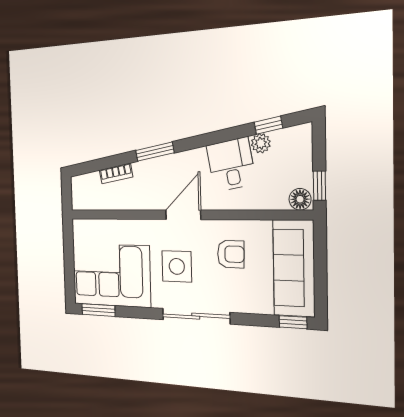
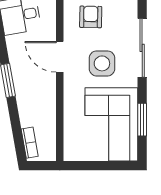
bookcase: (116, 173) -> (30, 143), moved
window: (98, 310) -> (142, 120), moved

